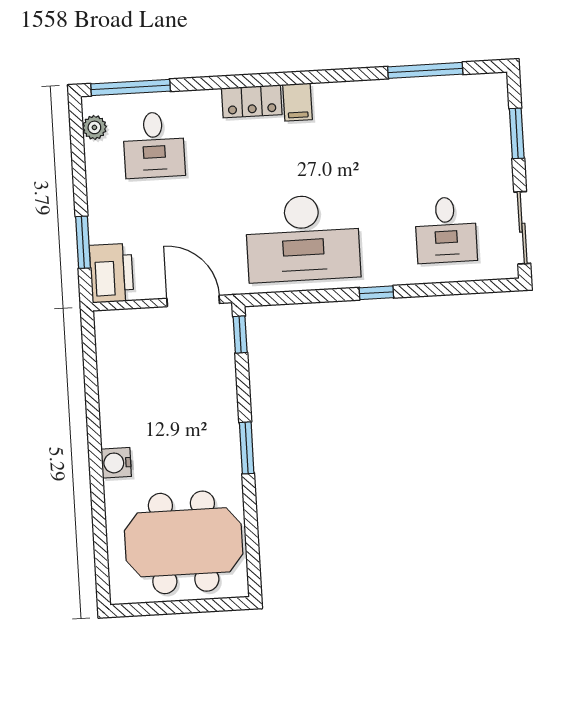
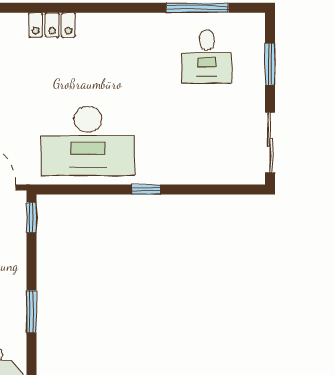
filing cabinet: (297, 102) -> (90, 28), removed
desk: (446, 230) -> (207, 56), moved

